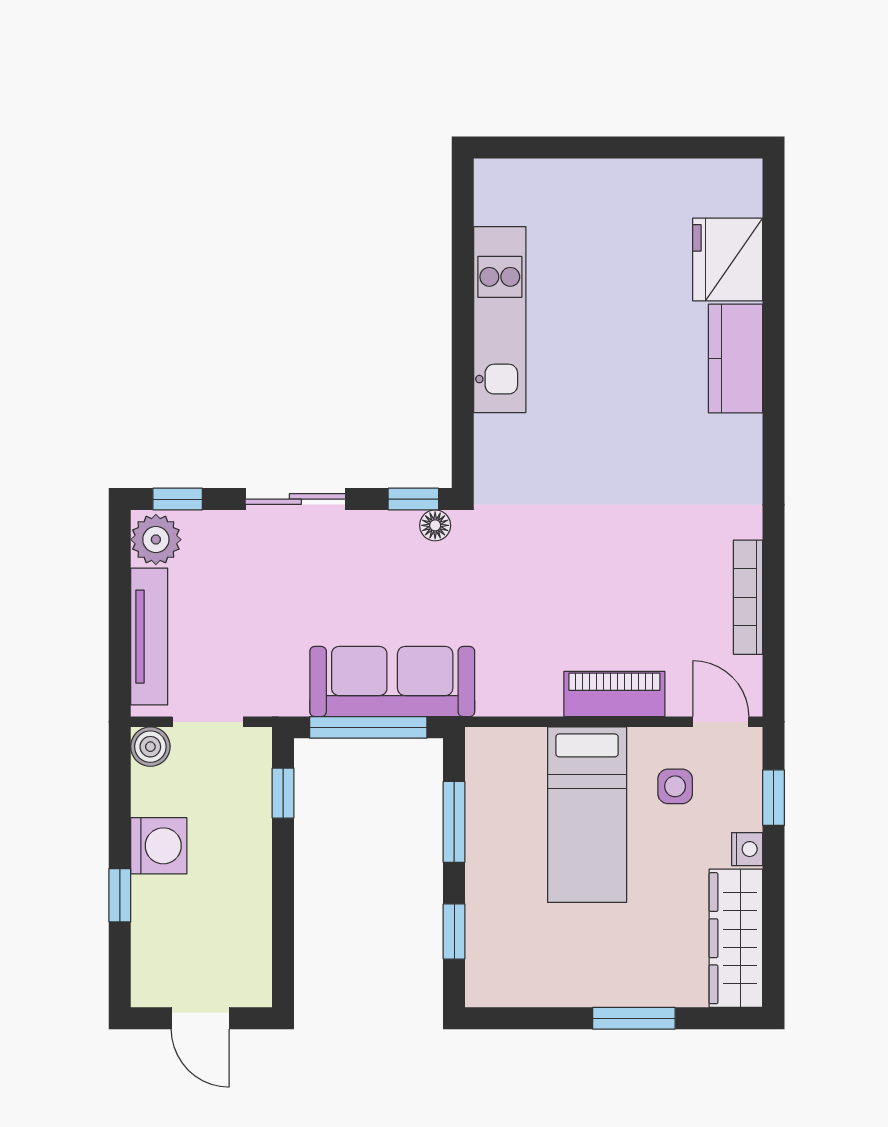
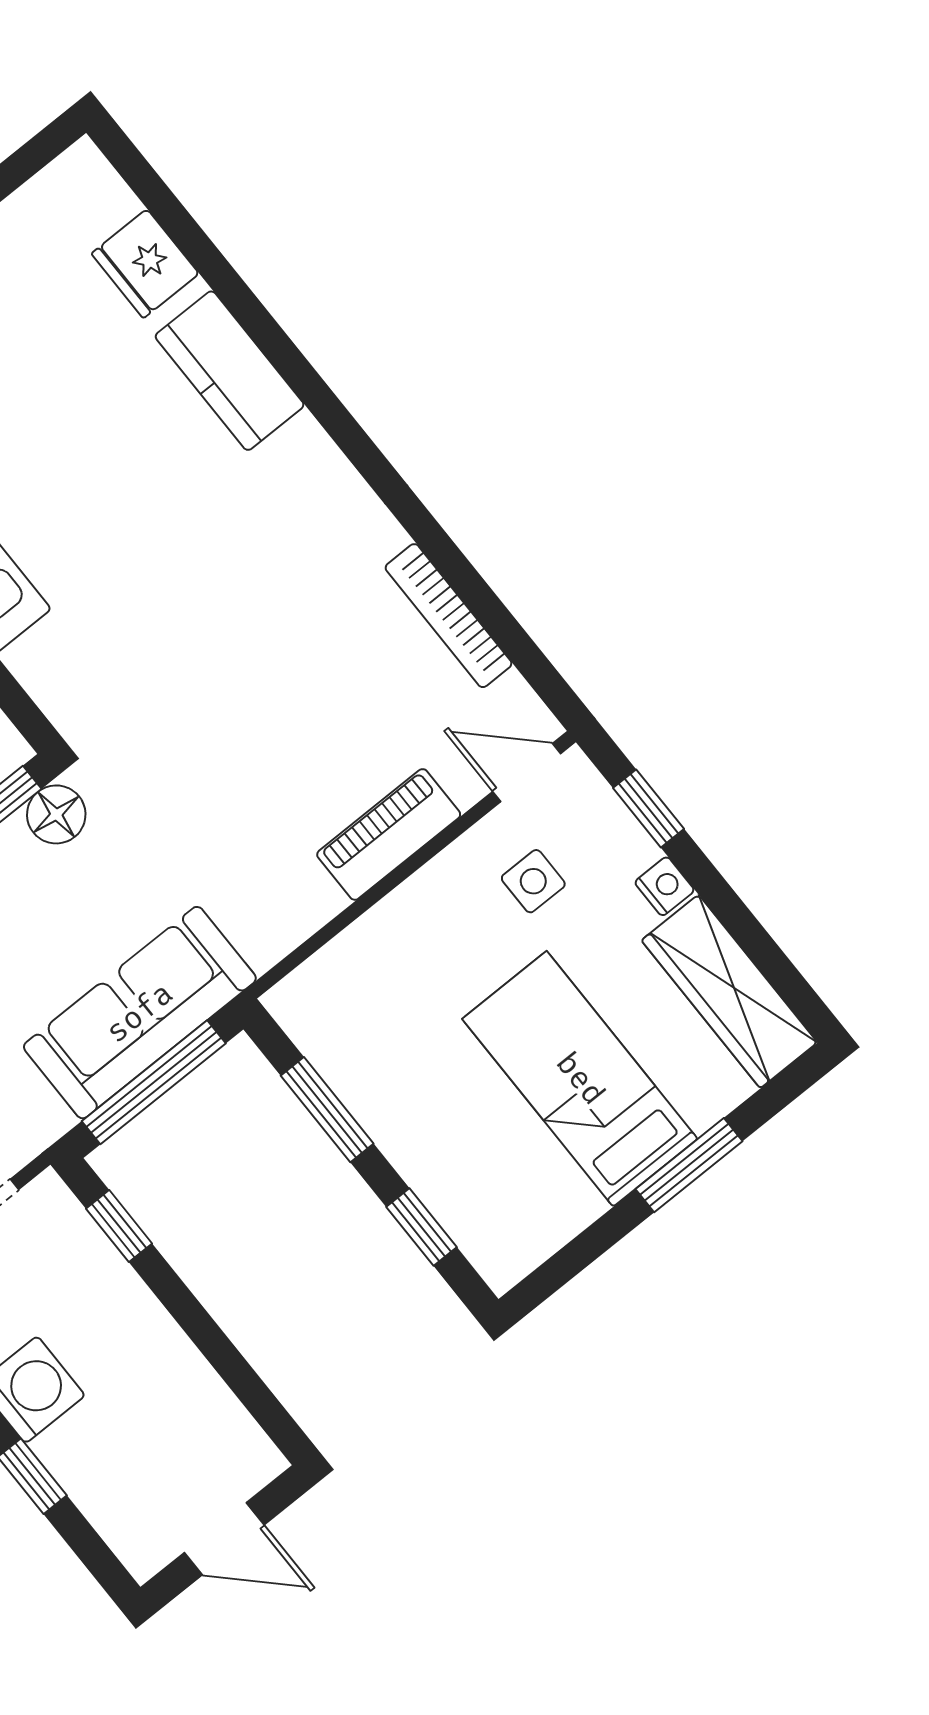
fridge: (728, 259) -> (145, 264), width x0.73, depth x0.75
floor lamp: (435, 525) -> (56, 814), width x1.37, depth x1.37
bed: (587, 815) -> (580, 1079), moved, turned 180

